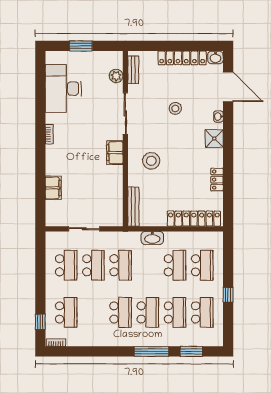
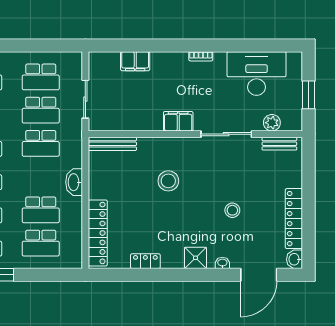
bench: (133, 70) -> (279, 144), moved
plant: (116, 76) -> (272, 123), moved
sliding door: (125, 113) -> (226, 134), moved
wall: (125, 139) -> (195, 134), moved
filing cabinet: (115, 153) -> (178, 121), moved
bench: (133, 207) -> (112, 144), moved

